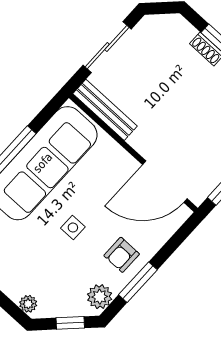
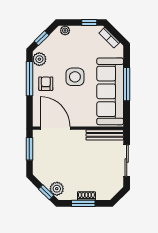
door: (165, 182) -> (55, 128), hinge flipped
side table: (73, 227) -> (75, 77), width x1.87, depth x1.87
window: (138, 282) -> (29, 79), width x1.44

